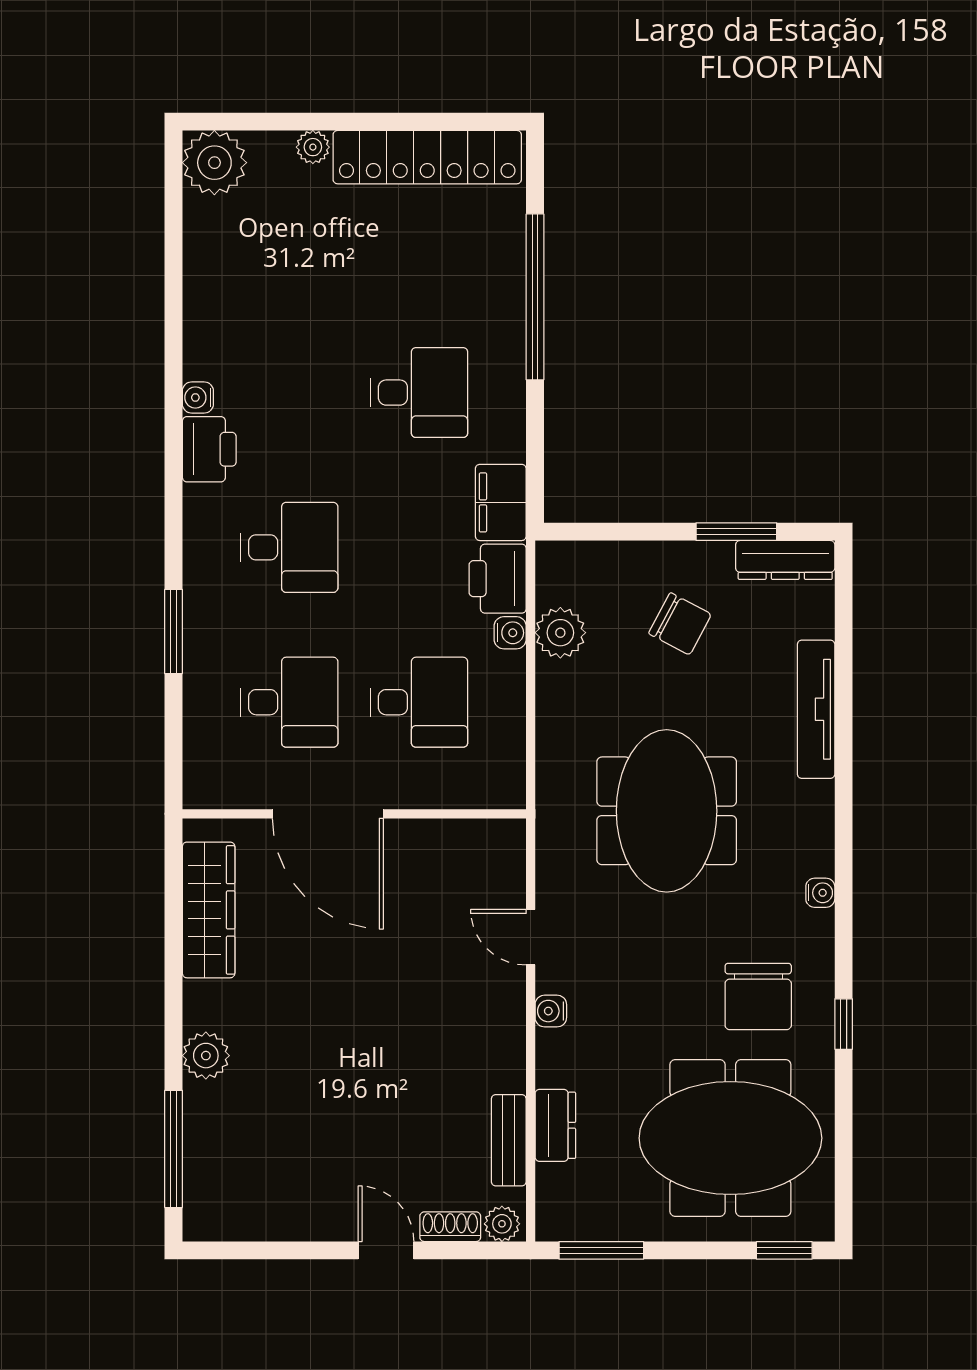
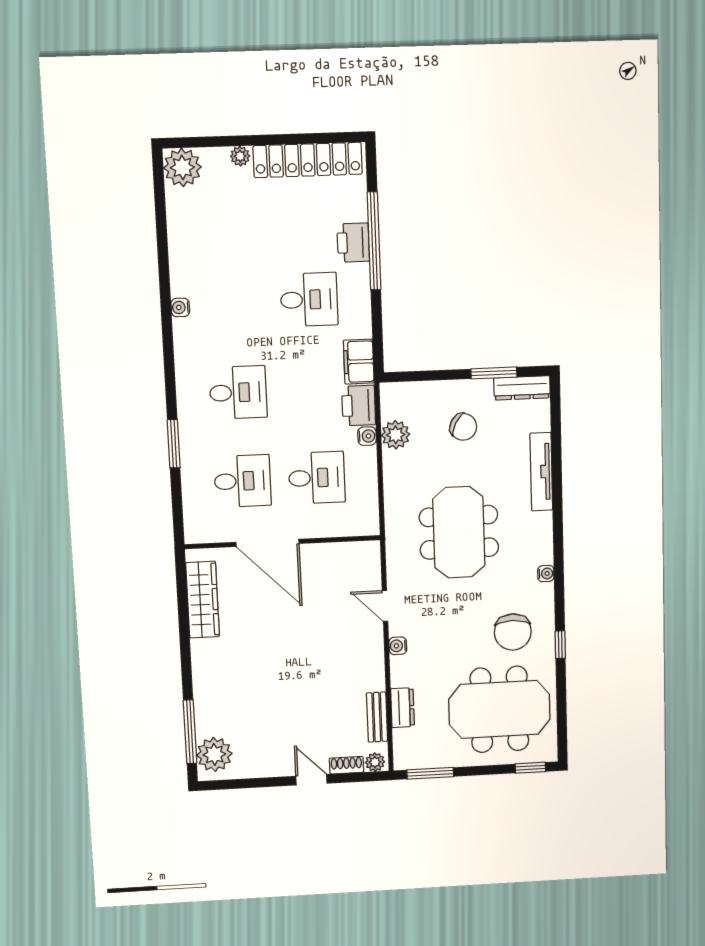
printer: (209, 449) -> (353, 243), moved, turned 180
plant: (206, 1056) -> (214, 754), moved, width x1.36, depth x1.36

